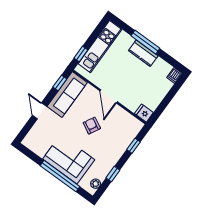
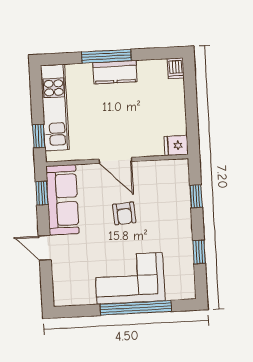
armchair: (92, 126) -> (124, 213), turned -122
plant: (96, 184) -> (187, 281), removed

